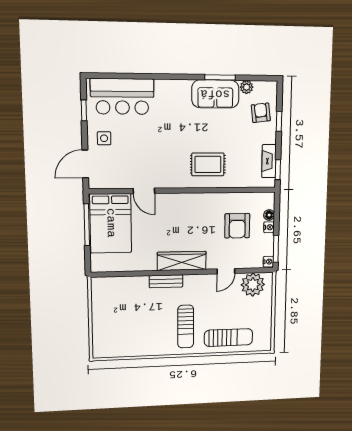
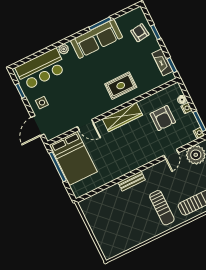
plant: (247, 87) -> (64, 49), moved
sofa: (215, 94) -> (96, 39), width x1.36
wardrobe: (182, 261) -> (122, 117), moved, turned 180

